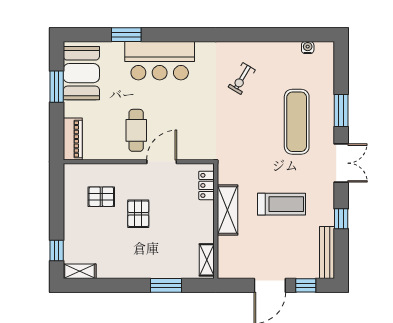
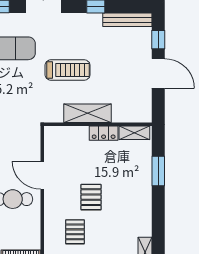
locker: (206, 185) -> (104, 133), moved
treadmill: (281, 204) -> (68, 70), moved, turned 90
pallet: (138, 214) -> (91, 197), turned 90

